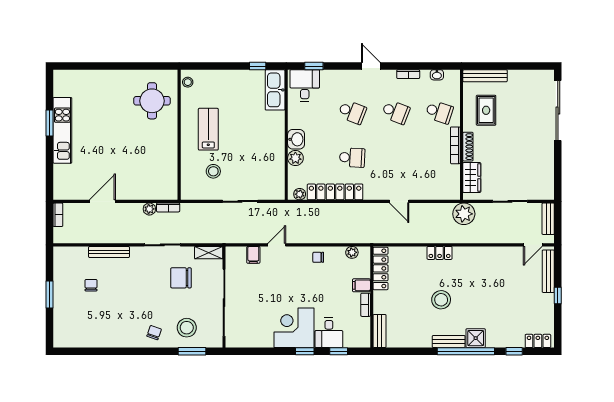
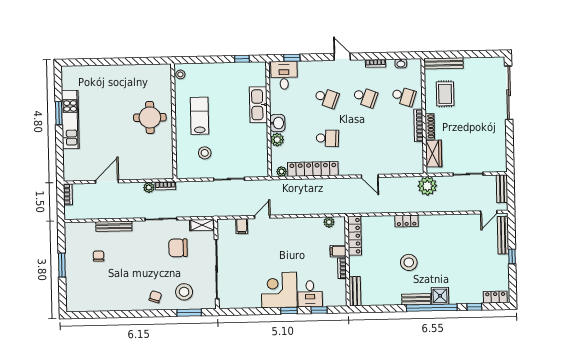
kitchen sink: (275, 90) -> (258, 105), moved
round table: (152, 101) -> (150, 117), moved
chair: (318, 257) -> (299, 227), removed

